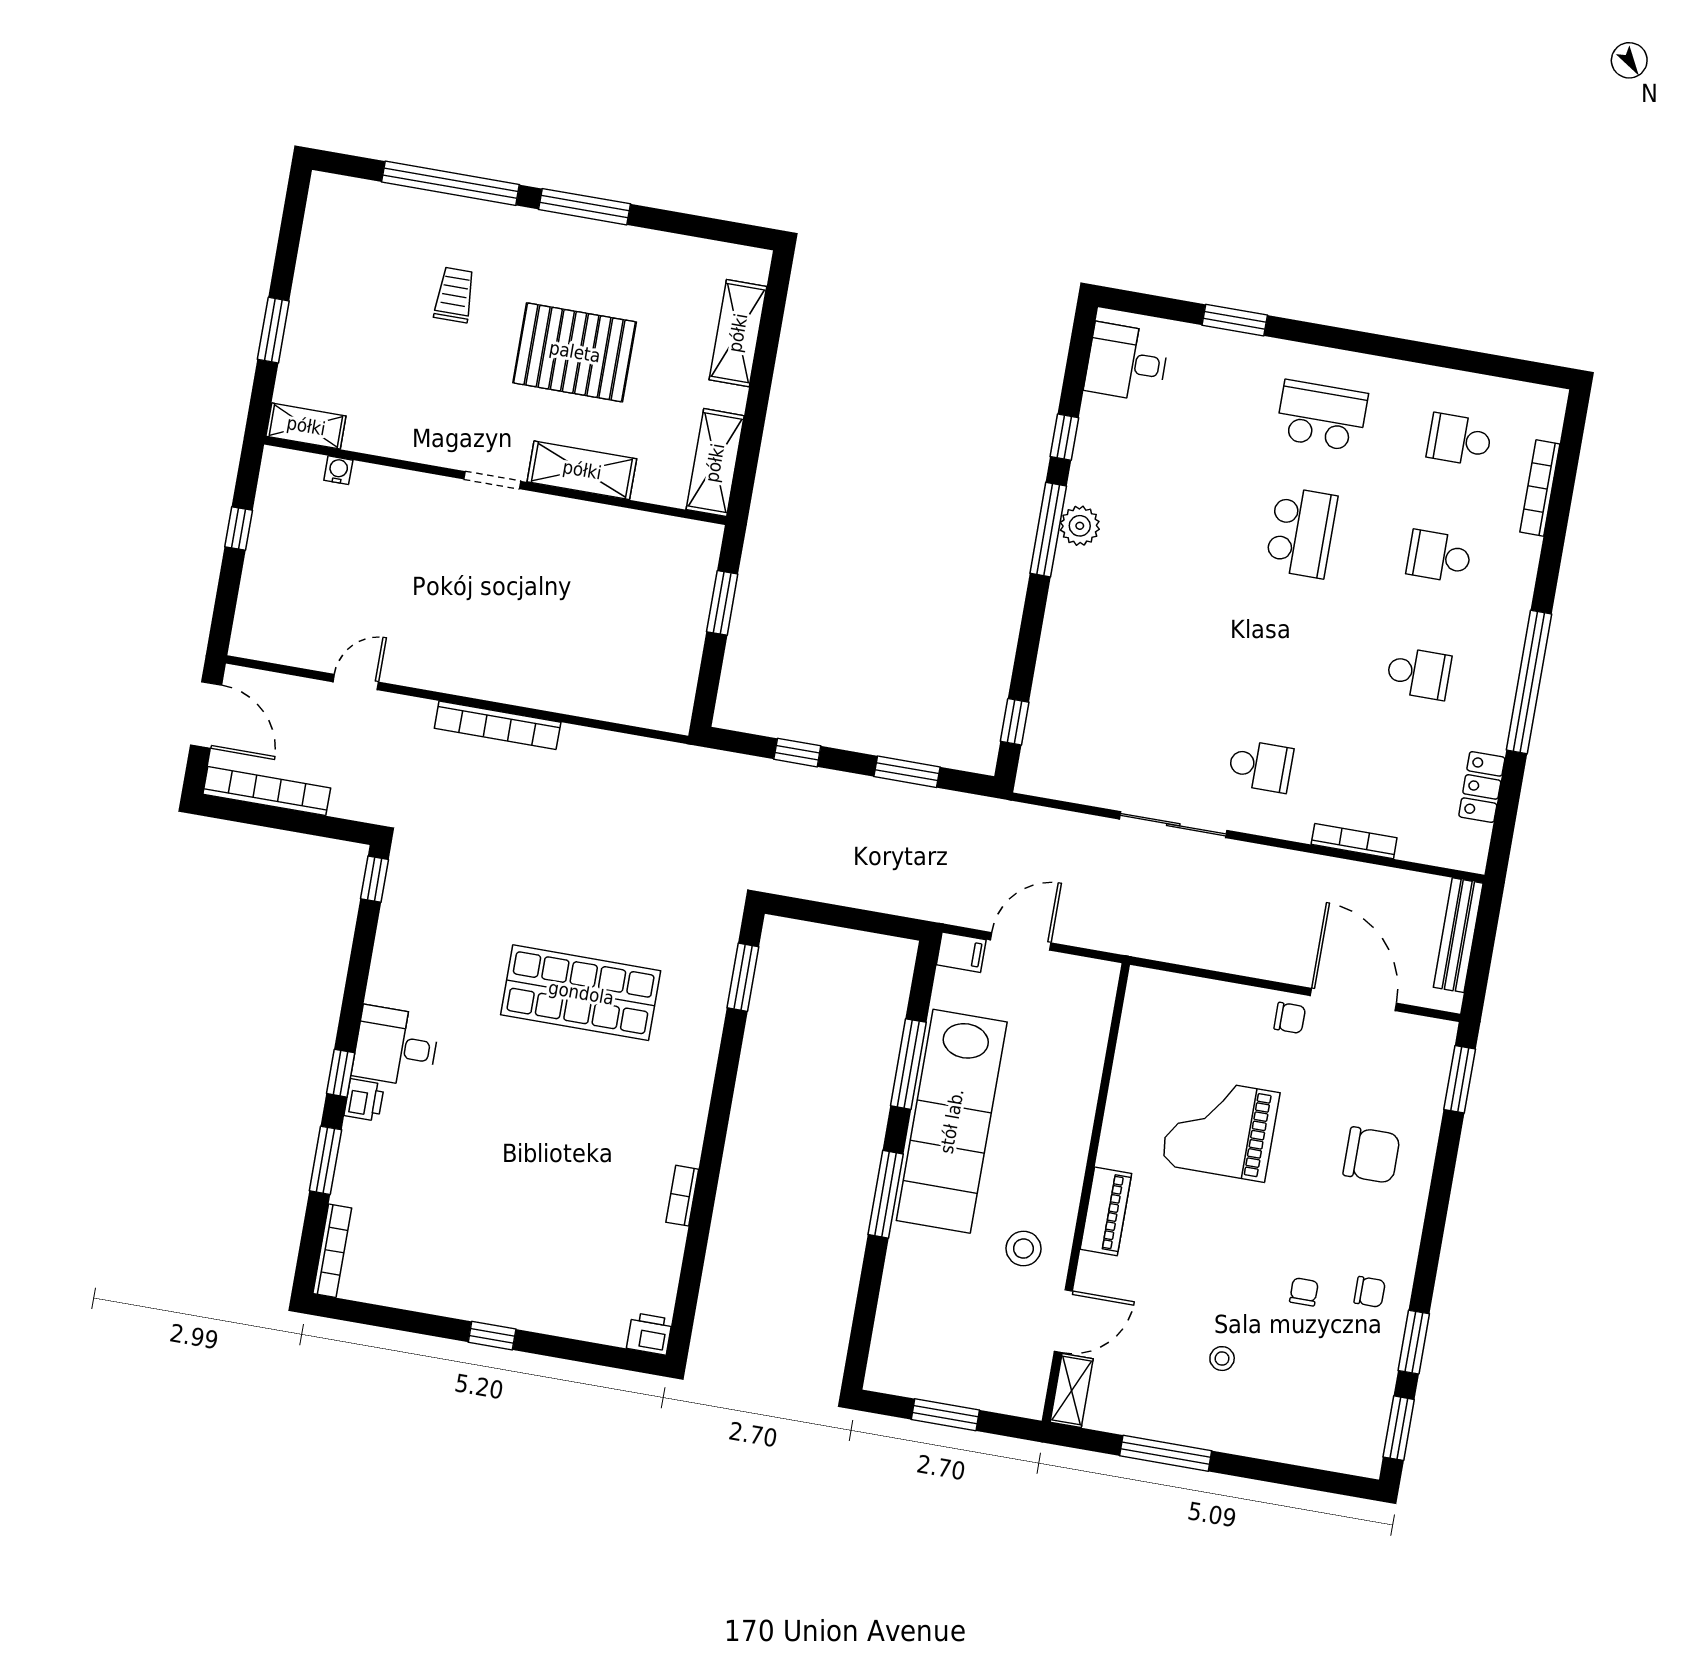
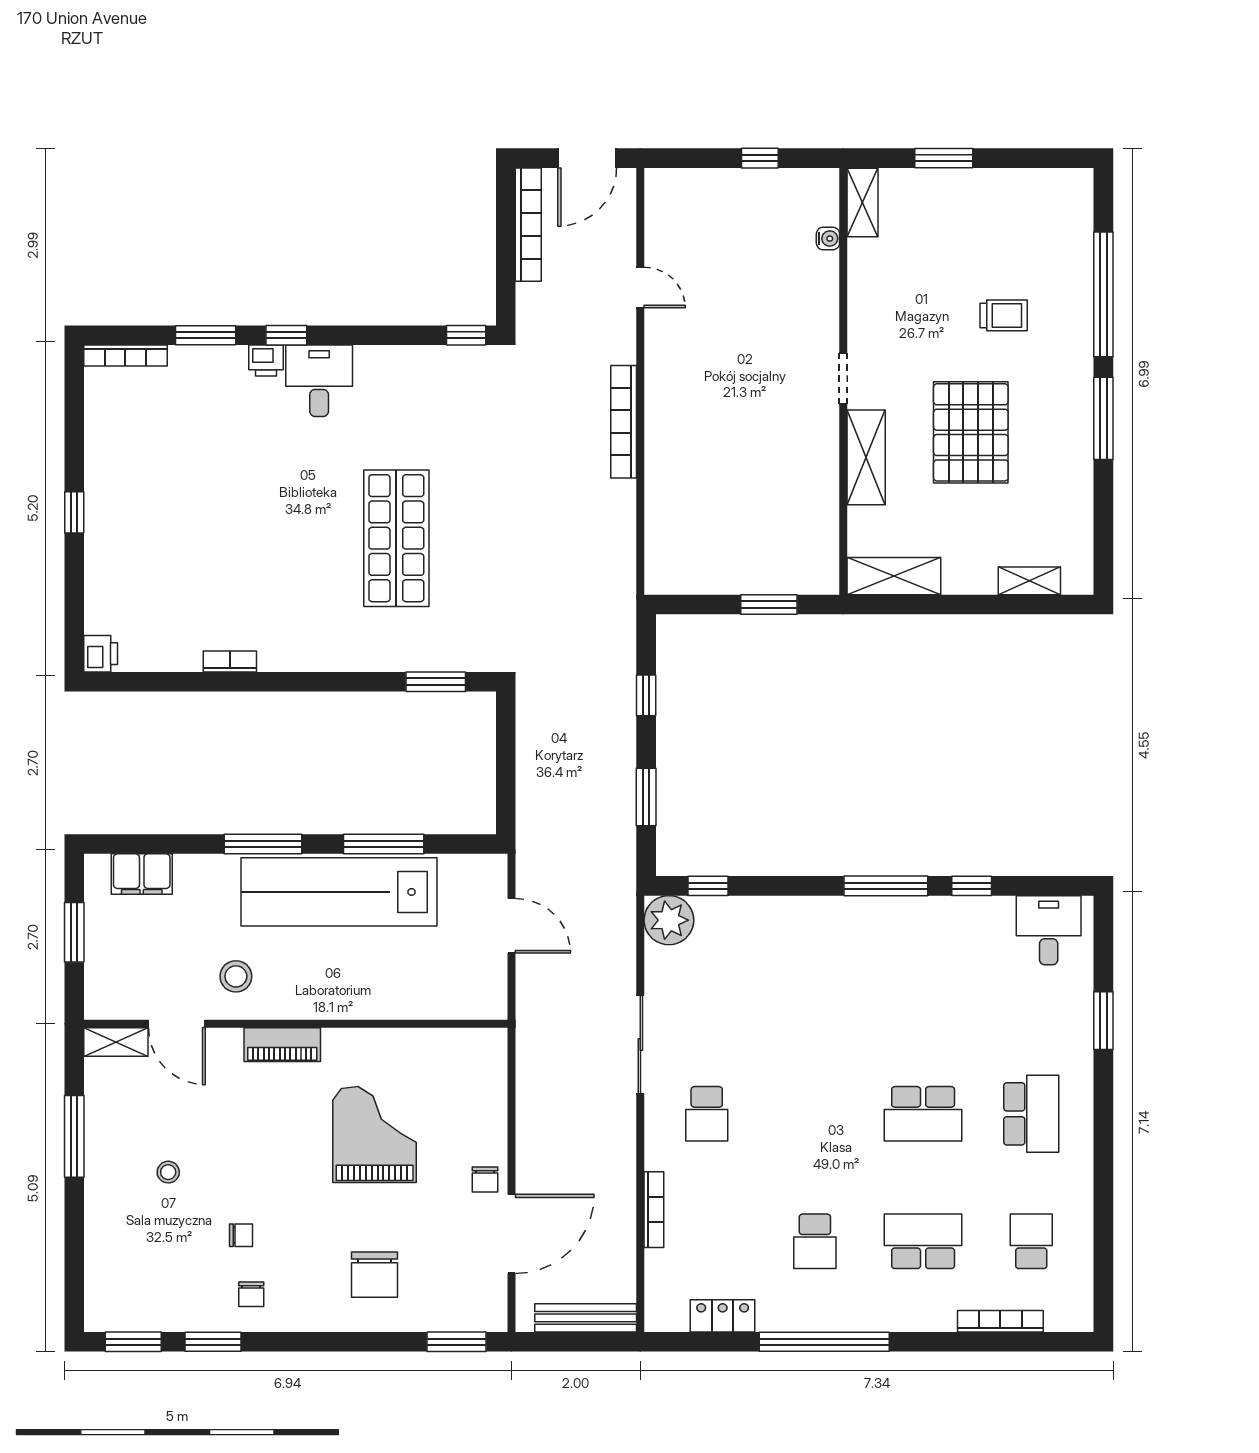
shelving: (738, 333) -> (1029, 581), width x0.67, depth x0.75
plant: (1080, 526) -> (669, 920), moved, width x1.36, depth x1.36
school desk: (1439, 556) -> (923, 1241), width x1.85
filing cabinet: (961, 952) -> (142, 874), moved, width x2.00

